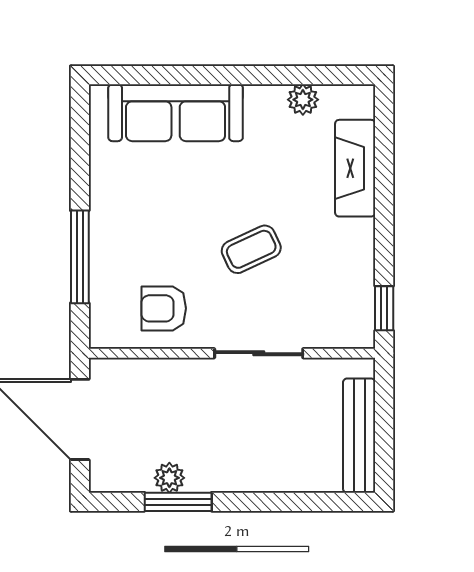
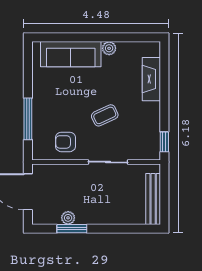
plant: (303, 100) -> (109, 48), moved

